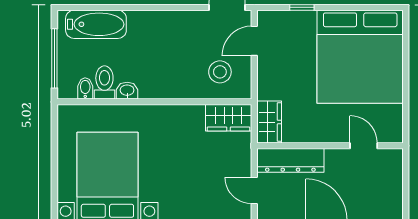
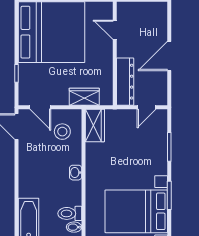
washbasin: (127, 91) -> (76, 173), moved
wardrobe: (269, 122) -> (84, 97), moved
door: (364, 146) -> (115, 30), hinge flipped

